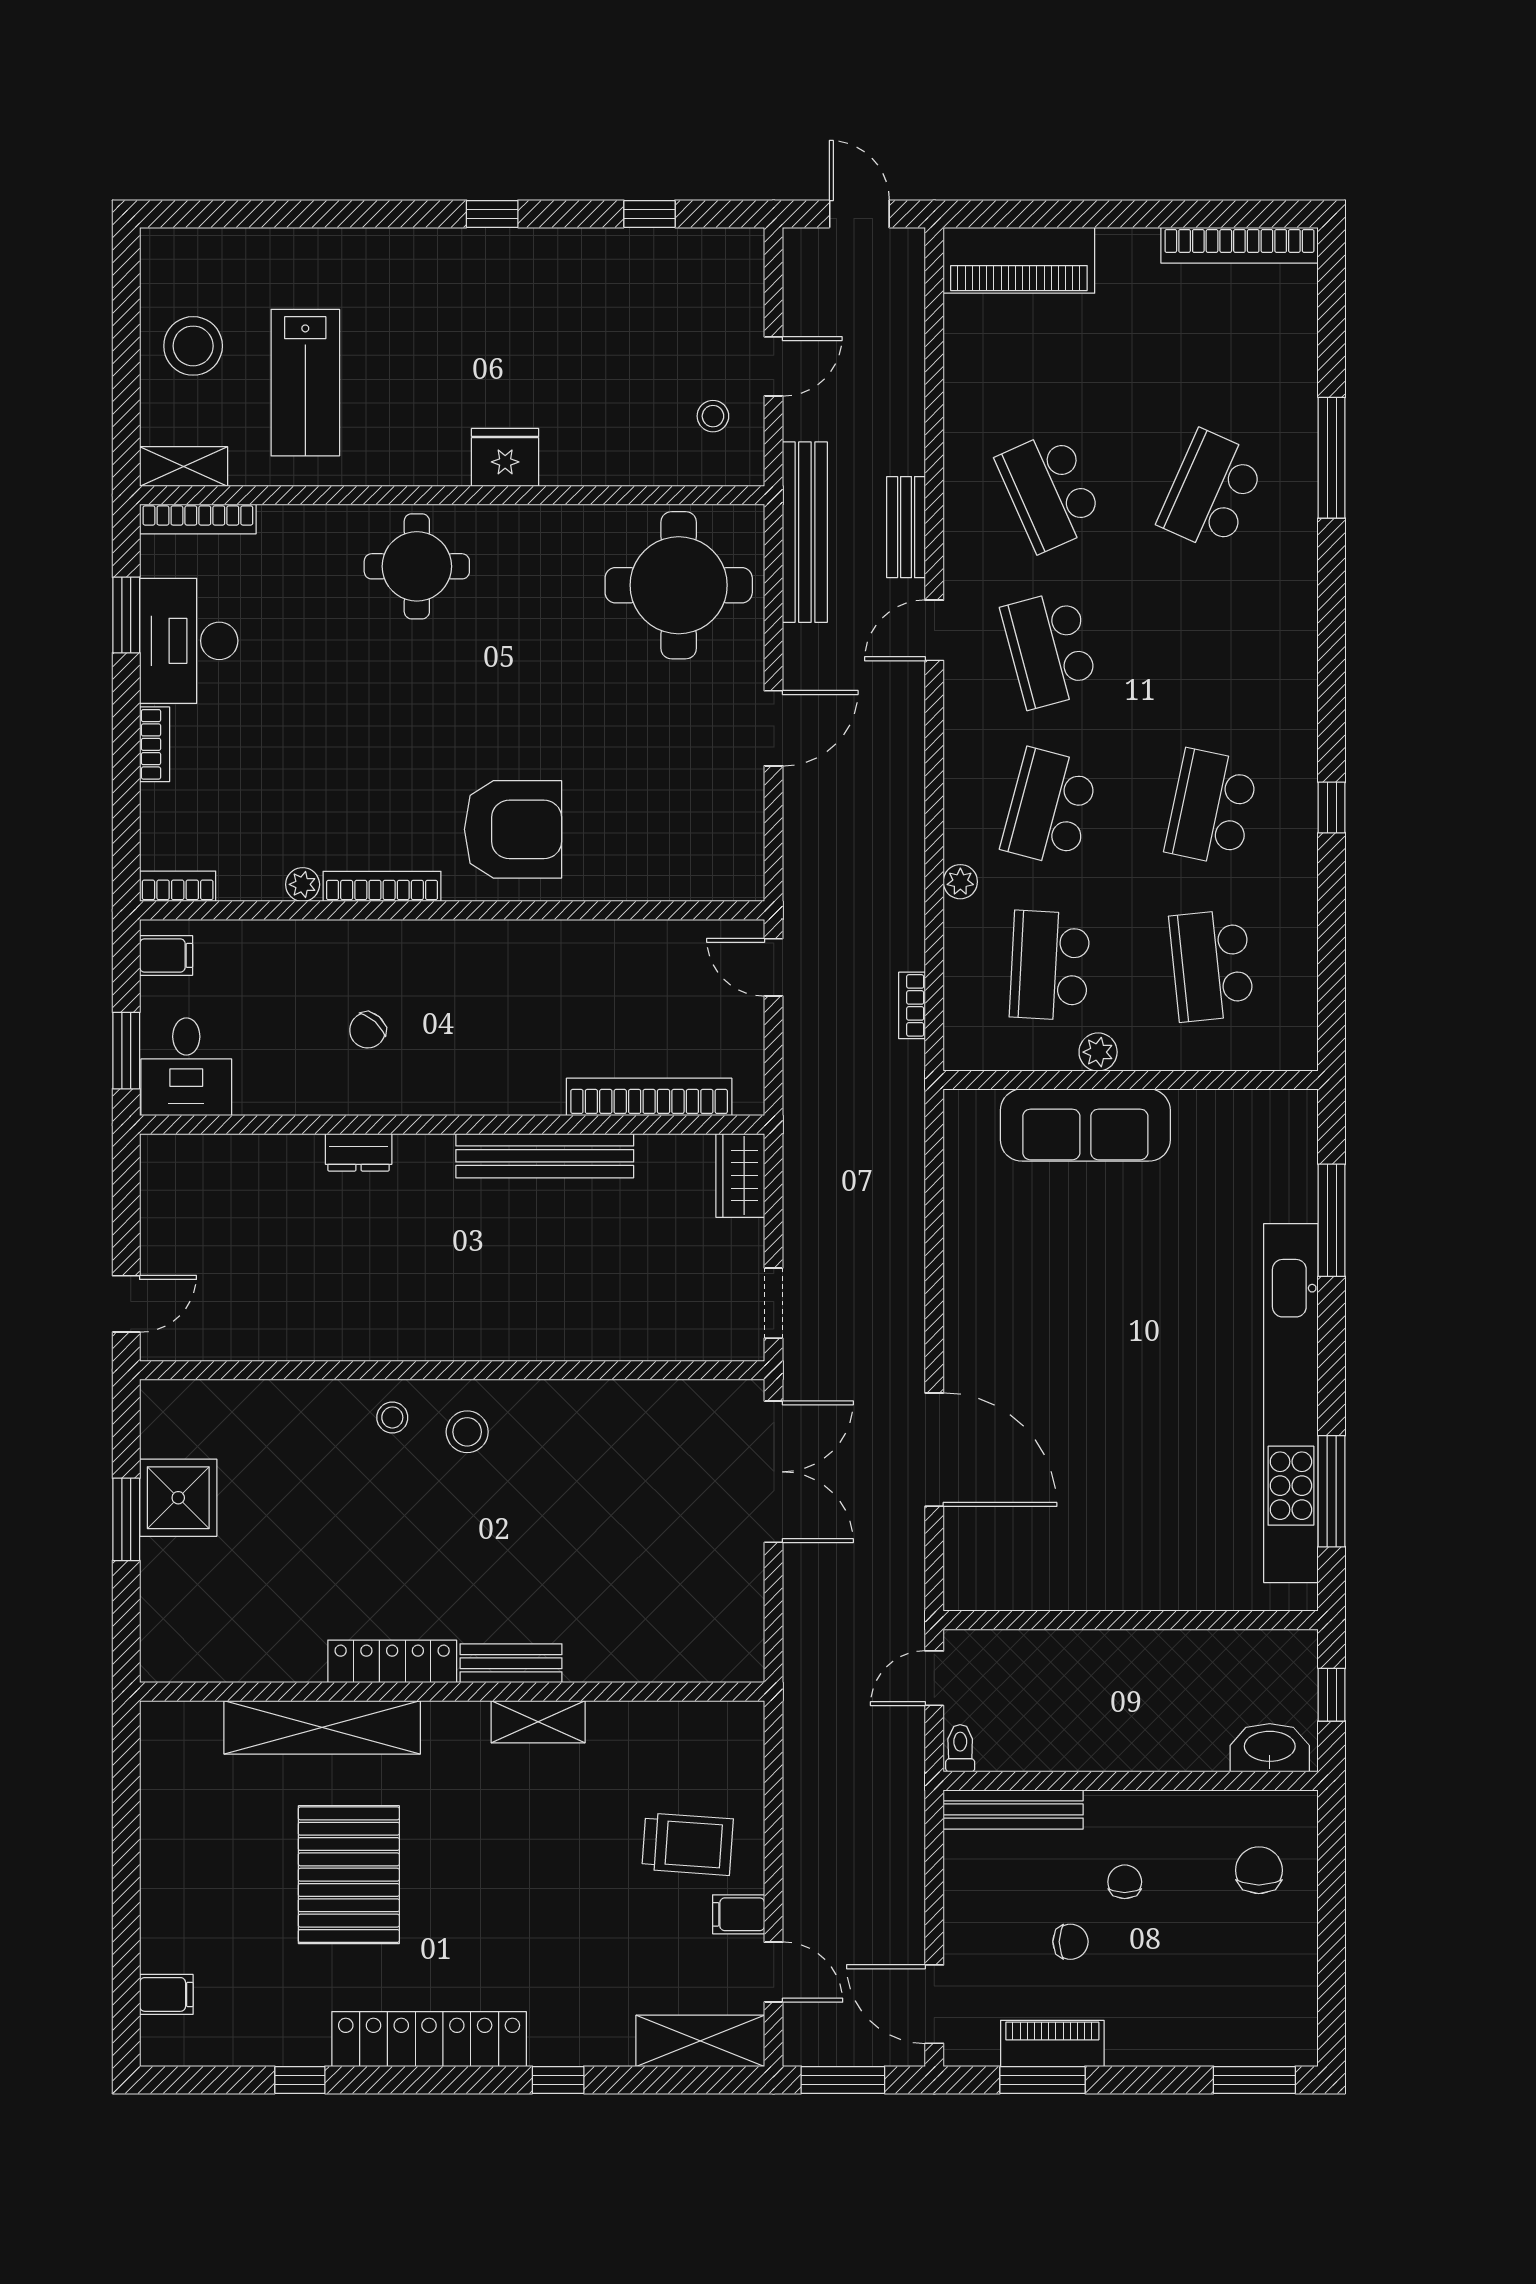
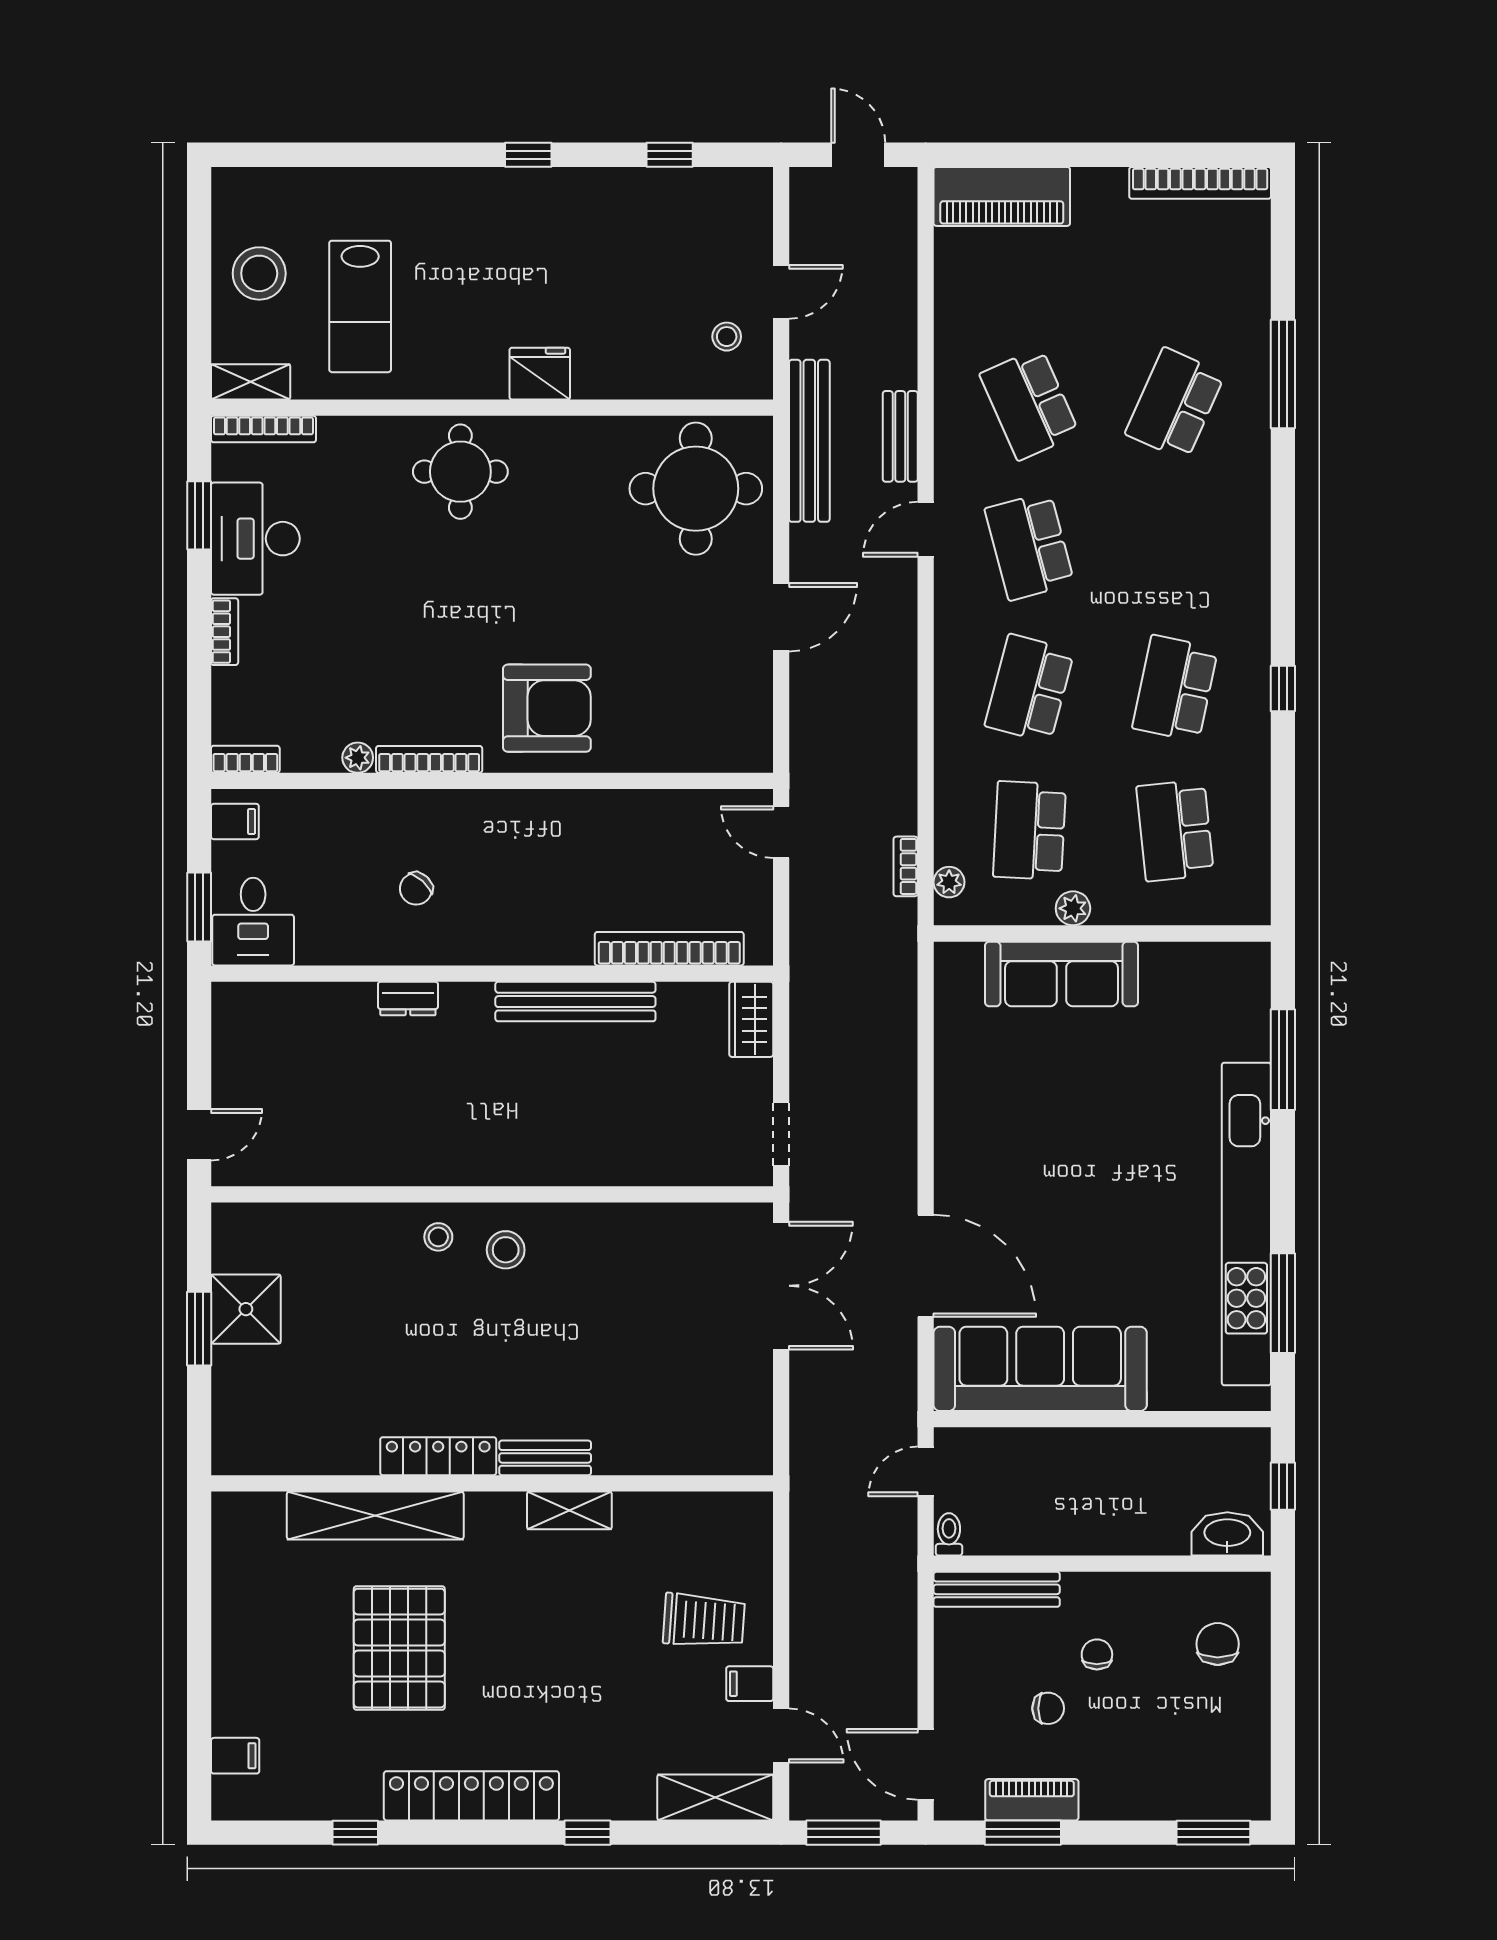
plant: (960, 882) -> (949, 882), moved
sofa: (1062, 1564) -> (1040, 1369), added

